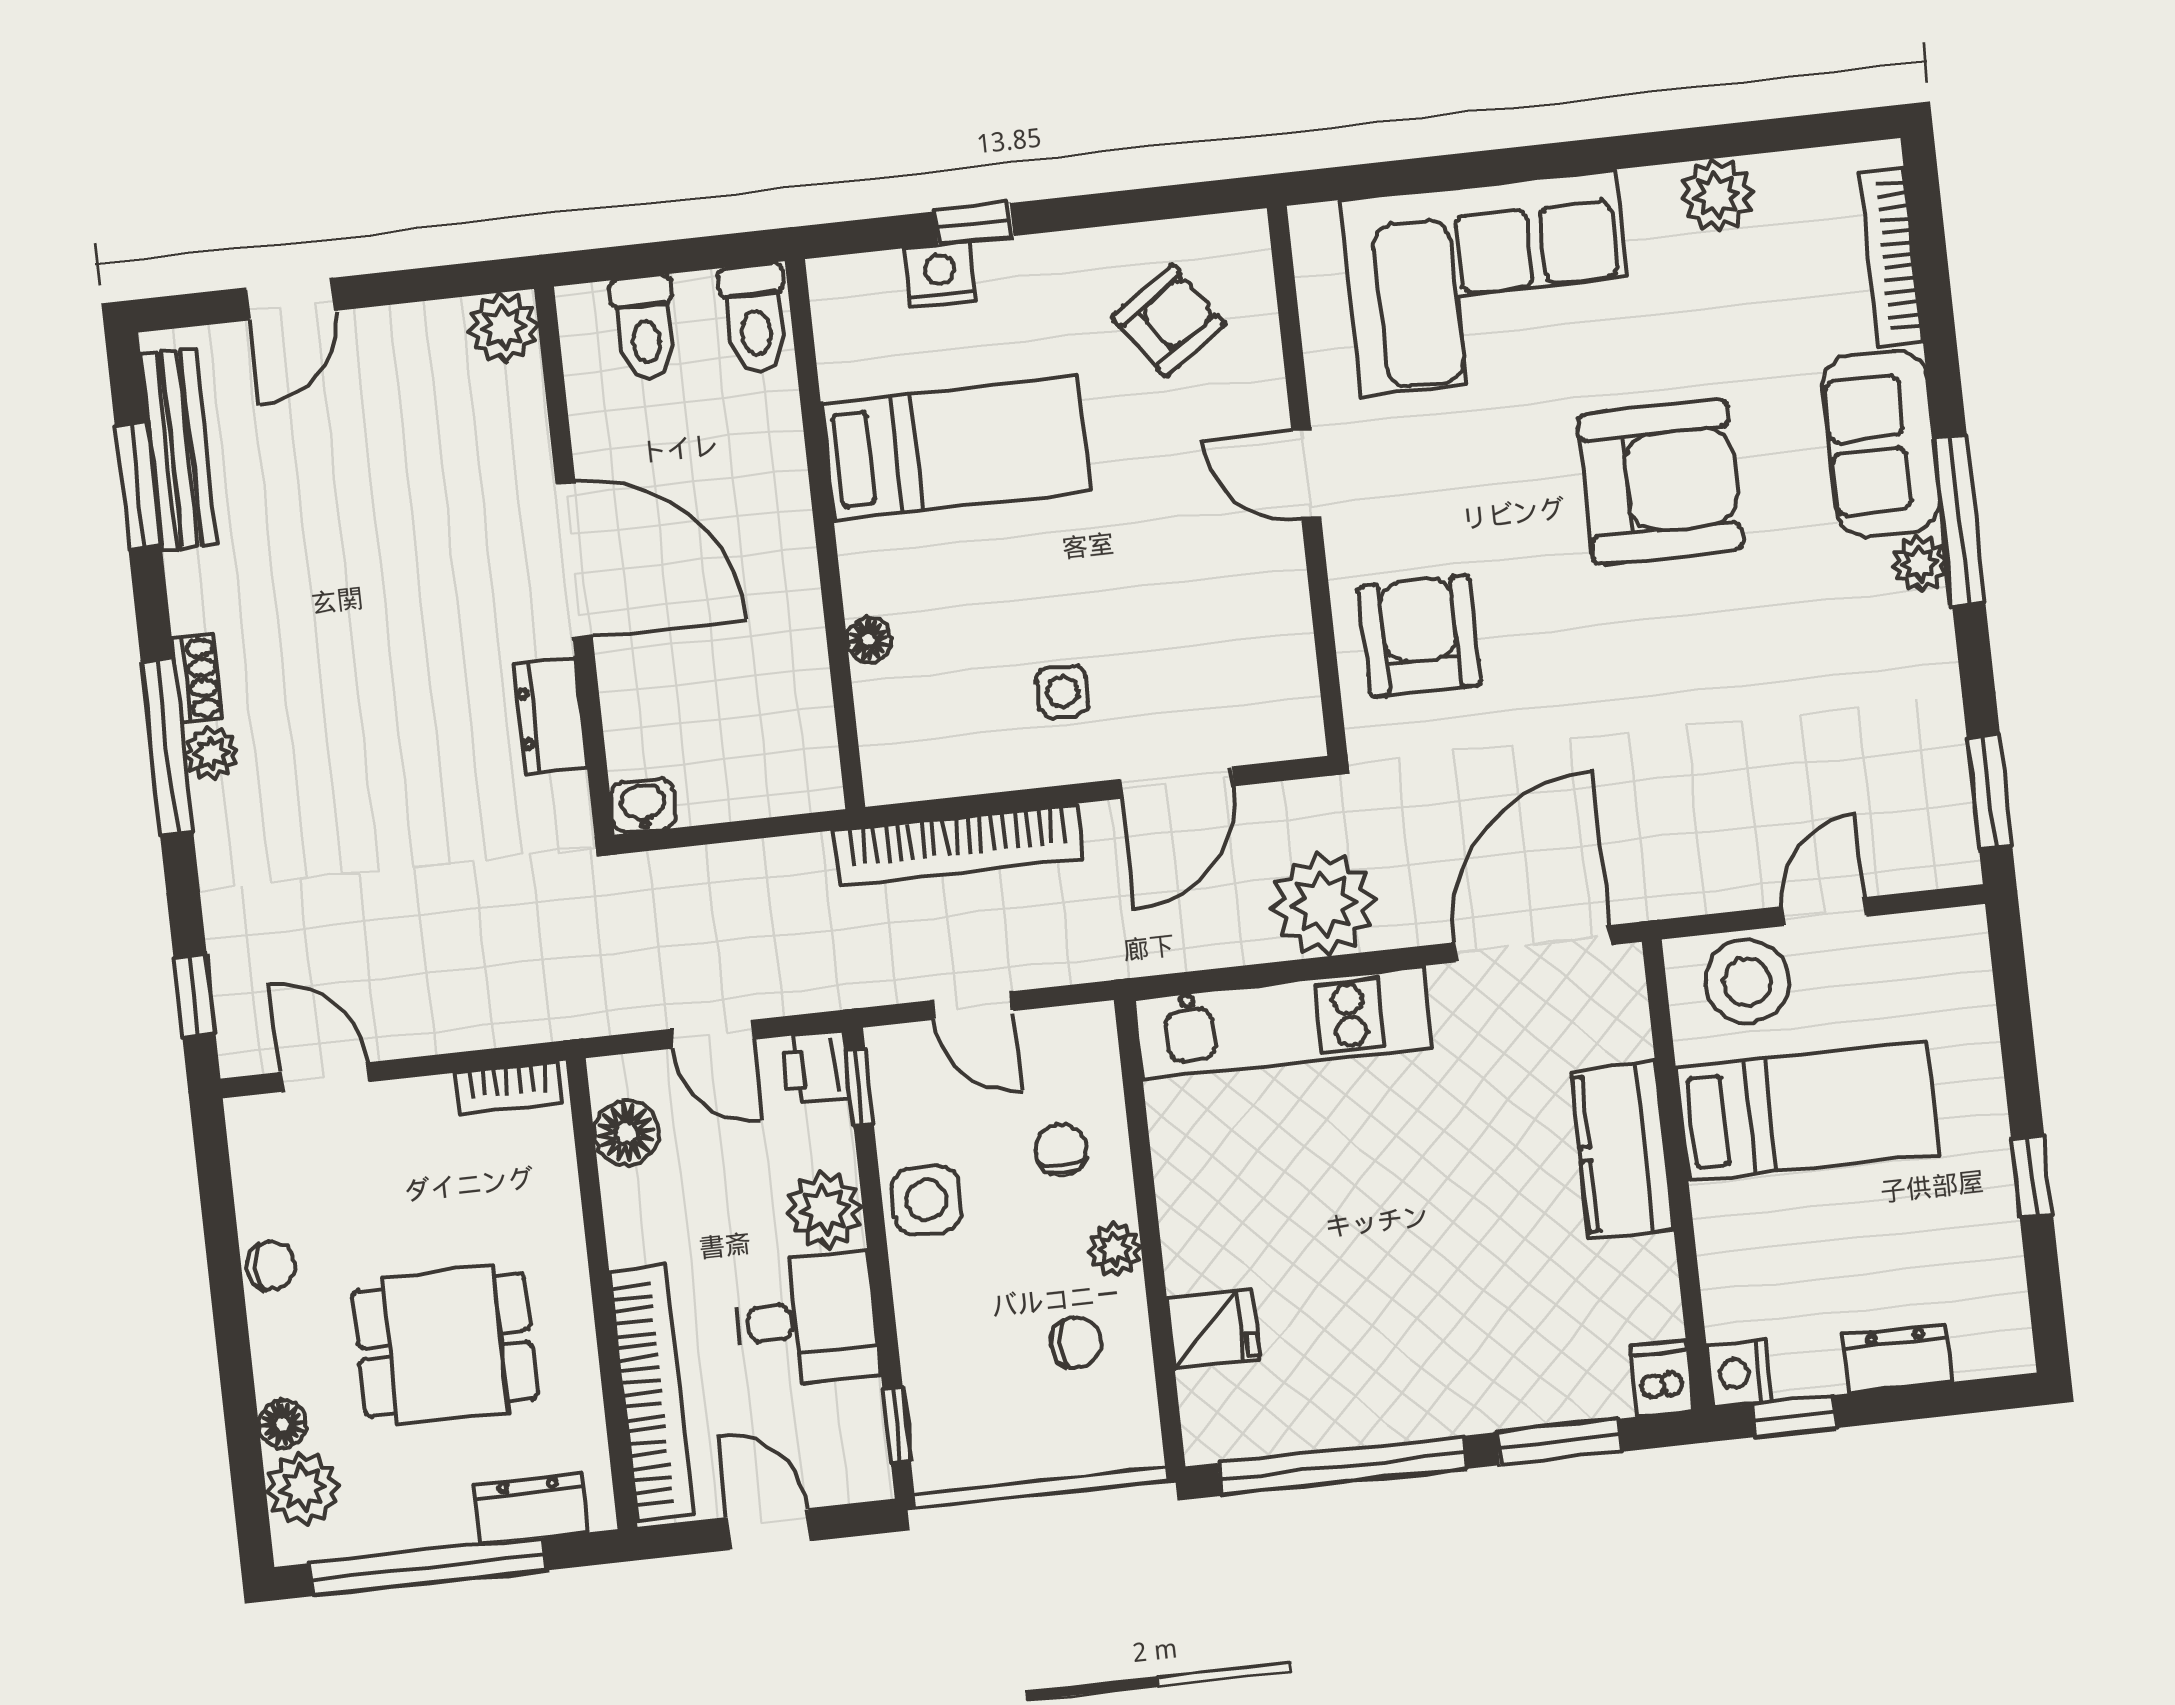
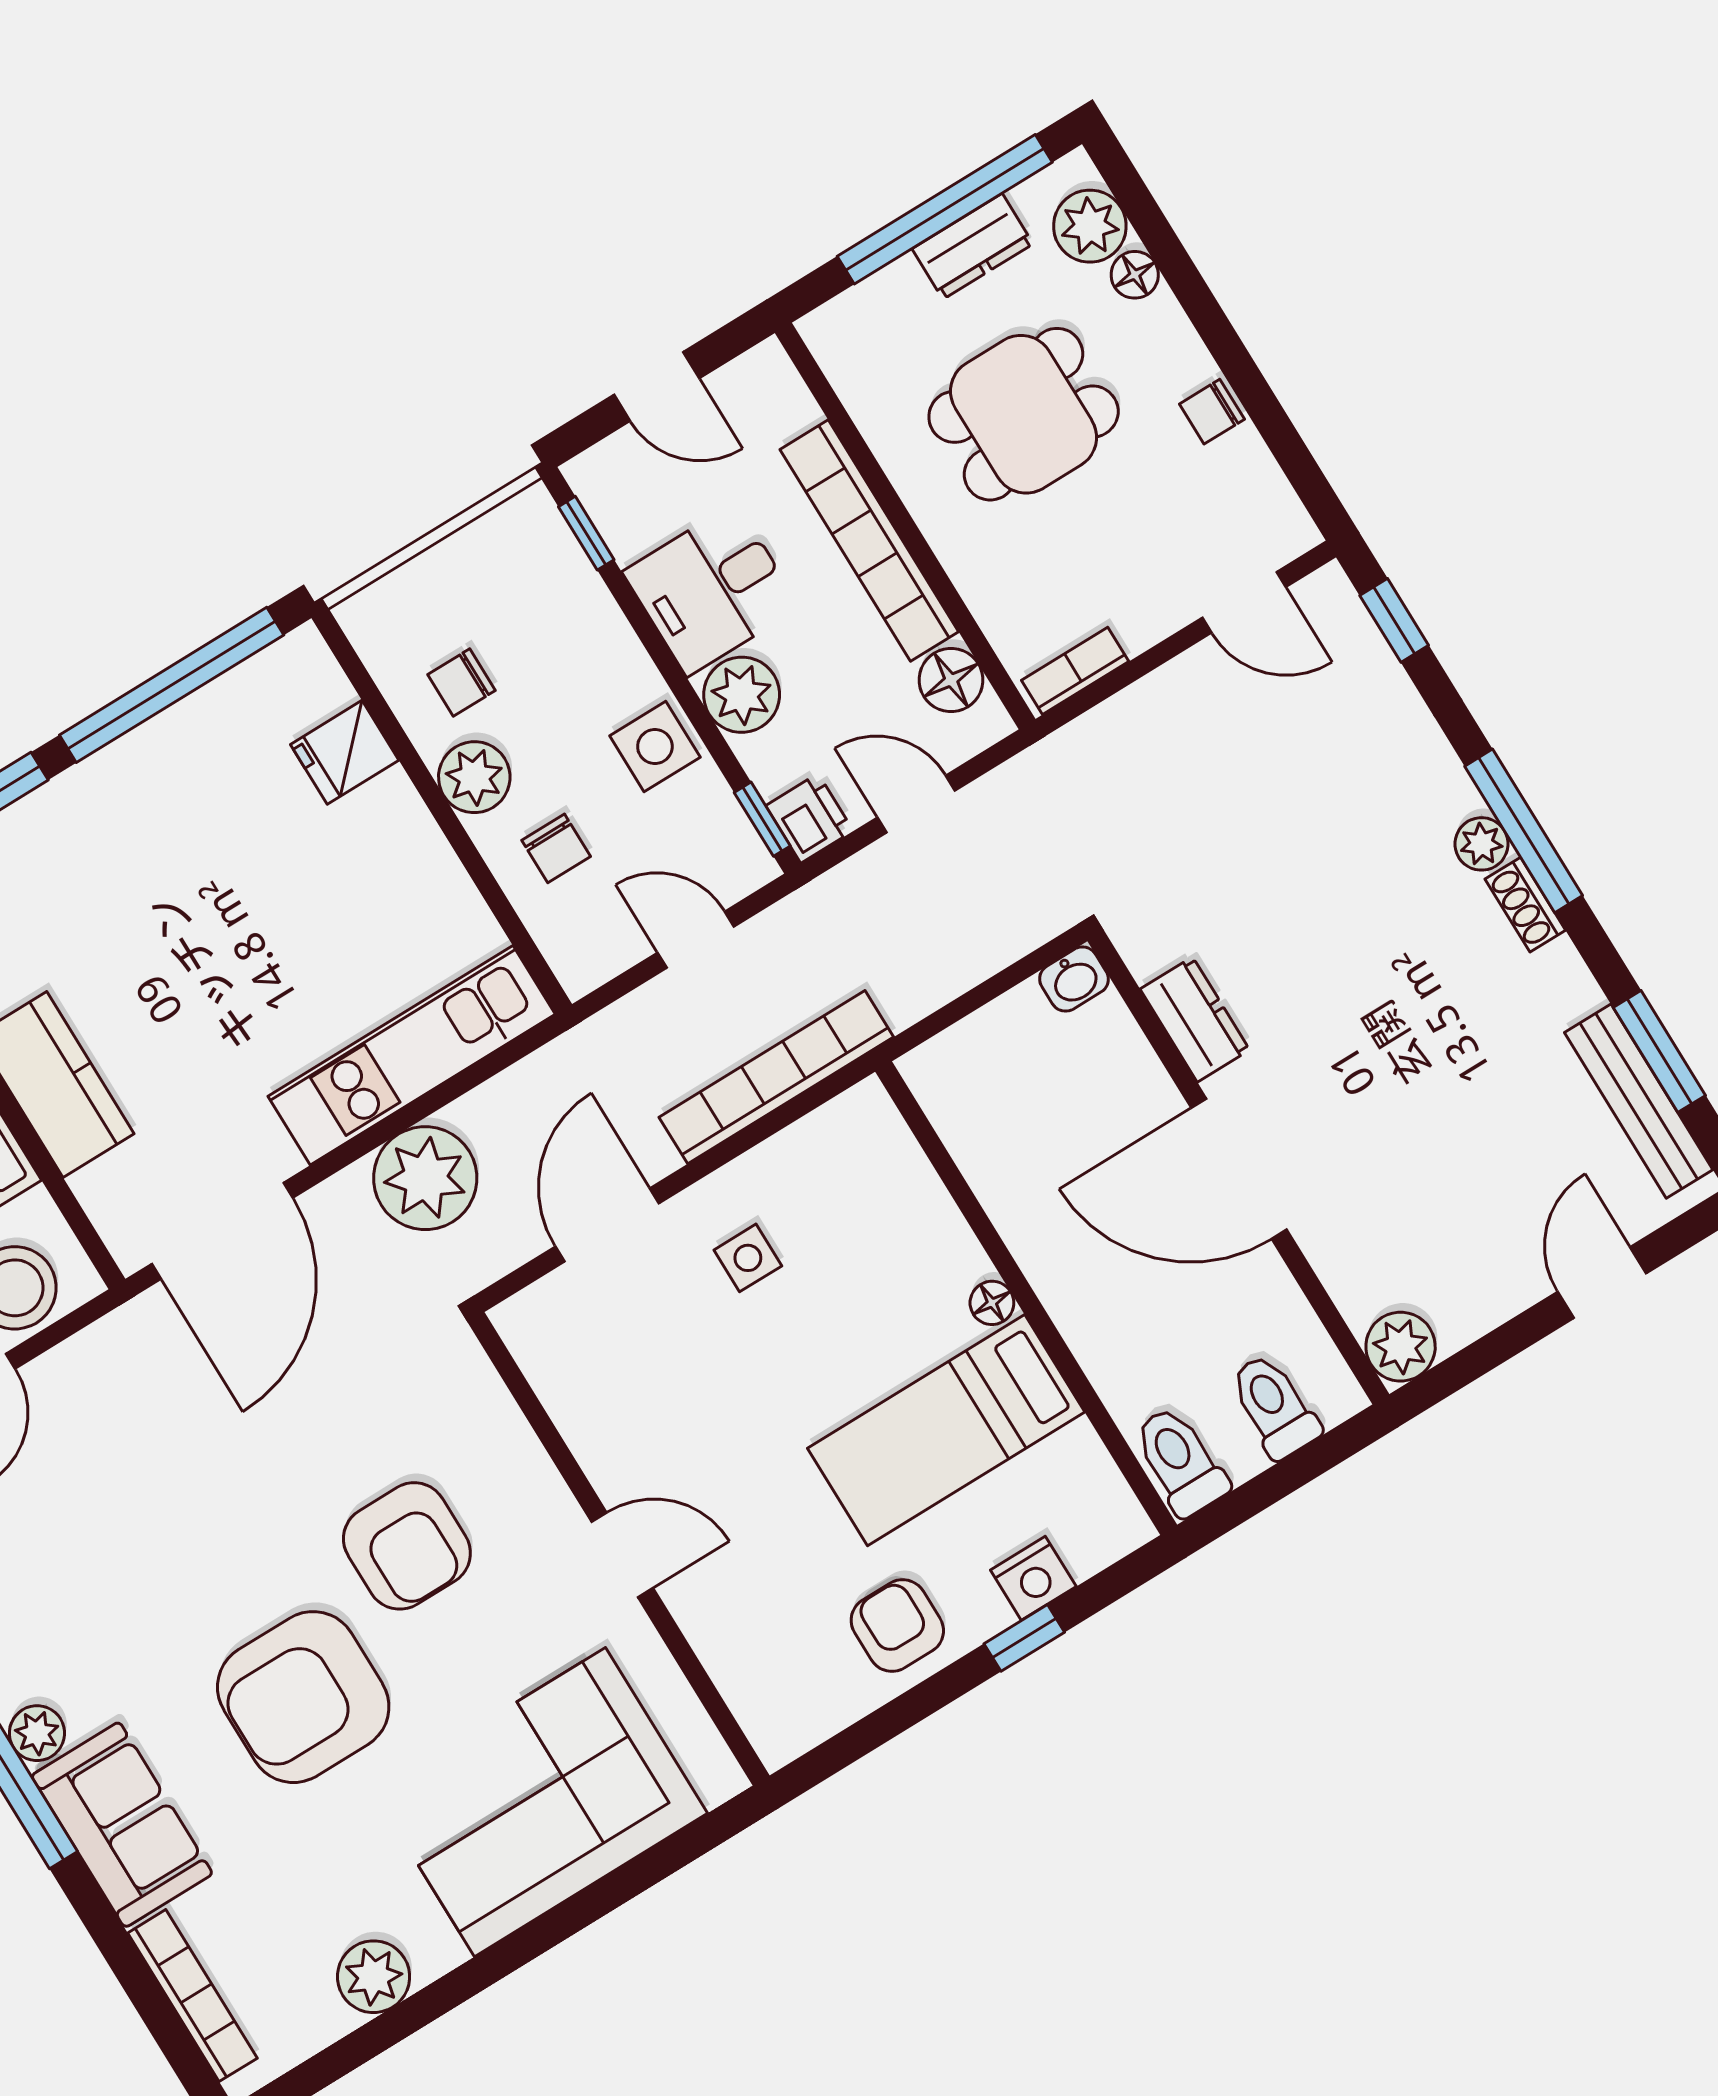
armchair: (1169, 320) -> (897, 1626), moved, turned 125
armchair: (1420, 636) -> (407, 1546), moved
floor lamp: (869, 640) -> (992, 1303), moved
plant: (1115, 1249) -> (474, 777), width x1.38, depth x1.38
bookcase: (651, 1393) -> (869, 541), moved
dresser: (530, 1508) -> (973, 246), moved

